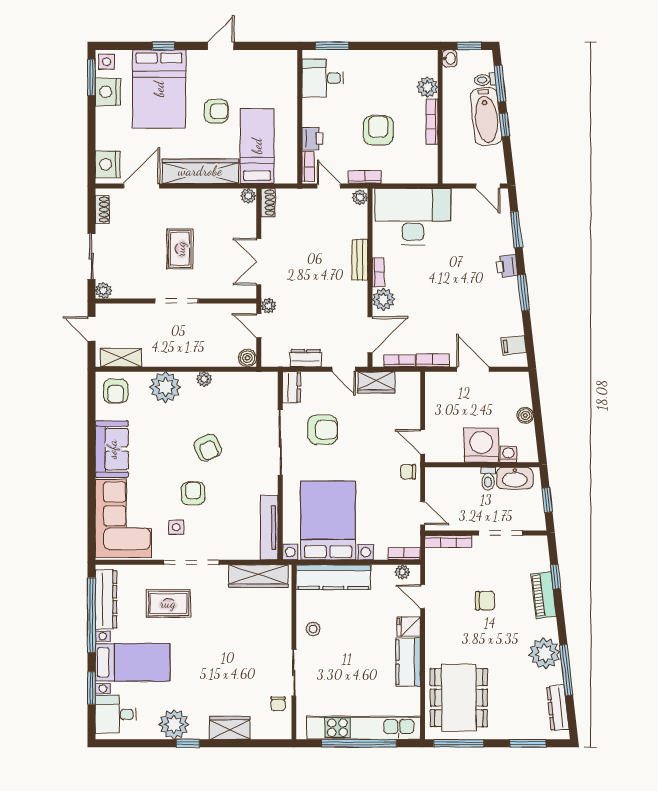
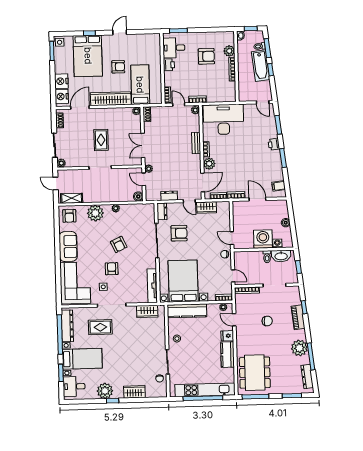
nightstand: (108, 92) -> (61, 81), moved
armchair: (378, 130) -> (206, 56), moved, turned 90
printer: (312, 139) -> (169, 65), moved
wardrobe: (258, 576) -> (147, 311), width x0.67

